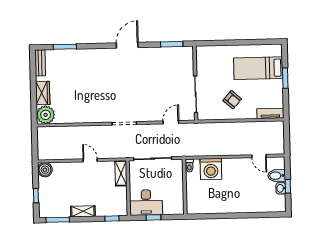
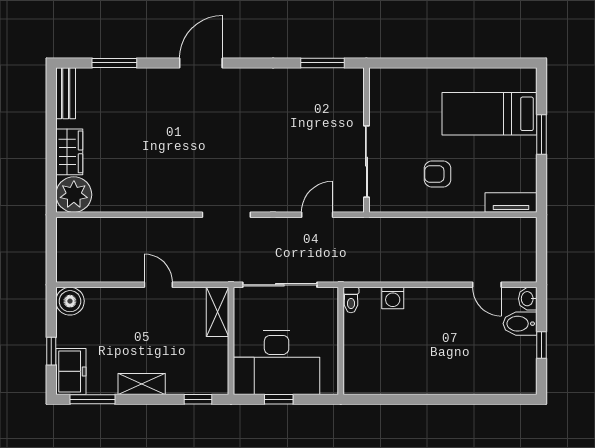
door: (127, 45) -> (201, 63), moved
armchair: (232, 100) -> (437, 174), turned 139
washing machine: (211, 169) -> (393, 298), width x0.53, depth x0.53
washbasin: (281, 188) -> (528, 299), moved
desk: (146, 203) -> (277, 362), width x1.36, depth x1.30
freezer: (46, 206) -> (71, 371), added

